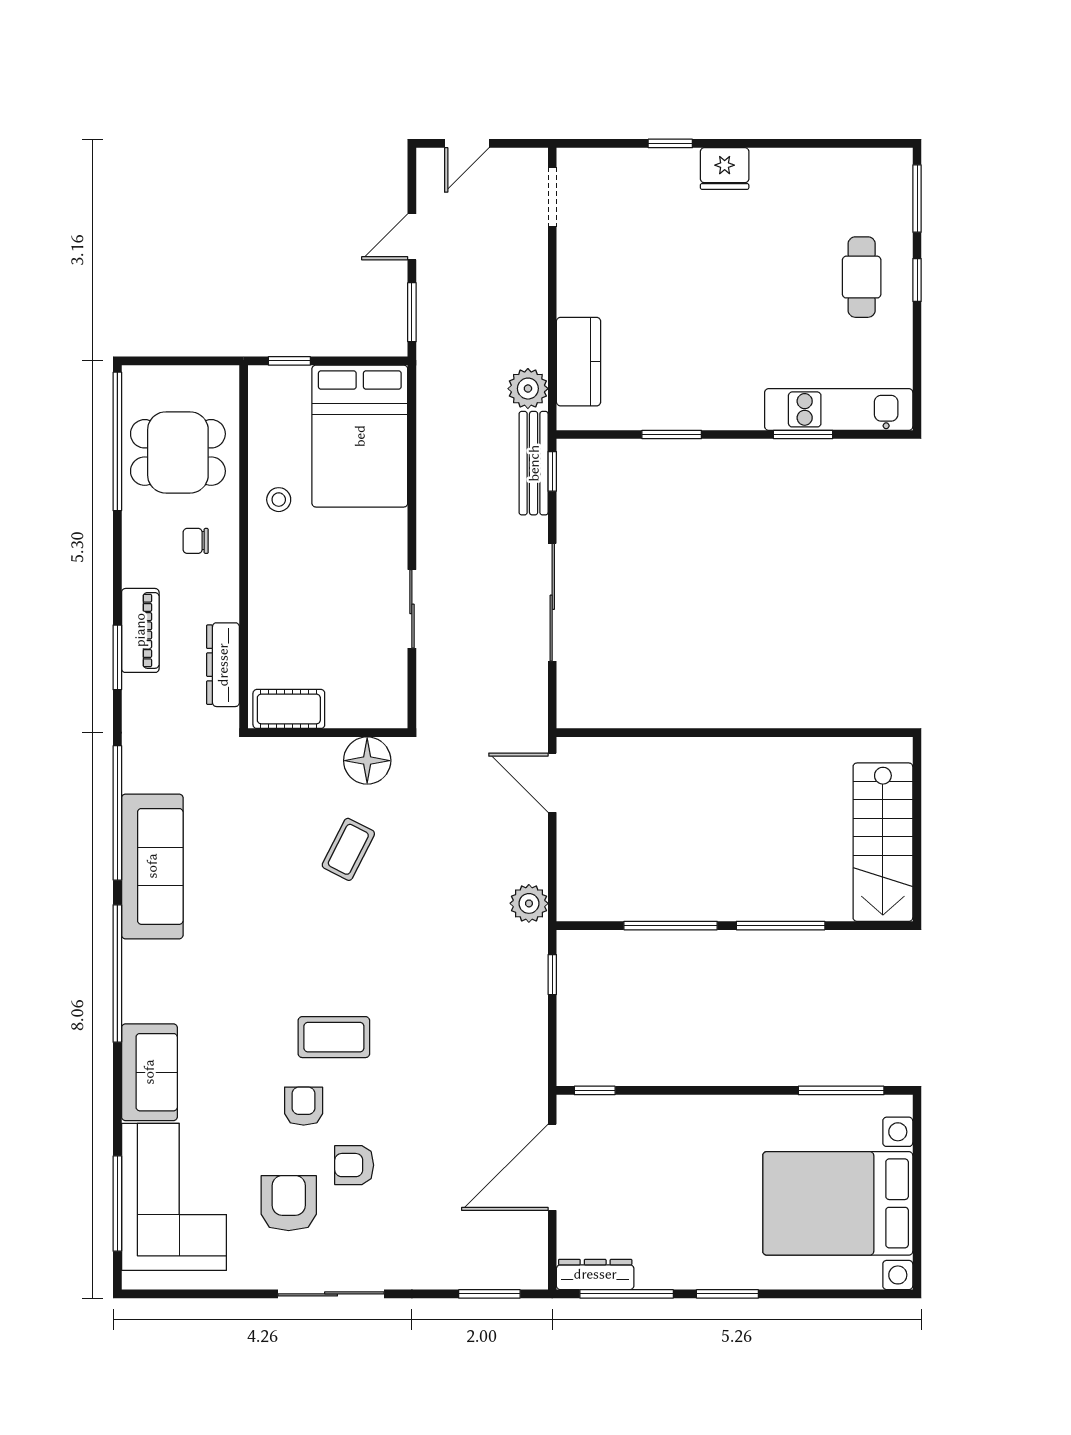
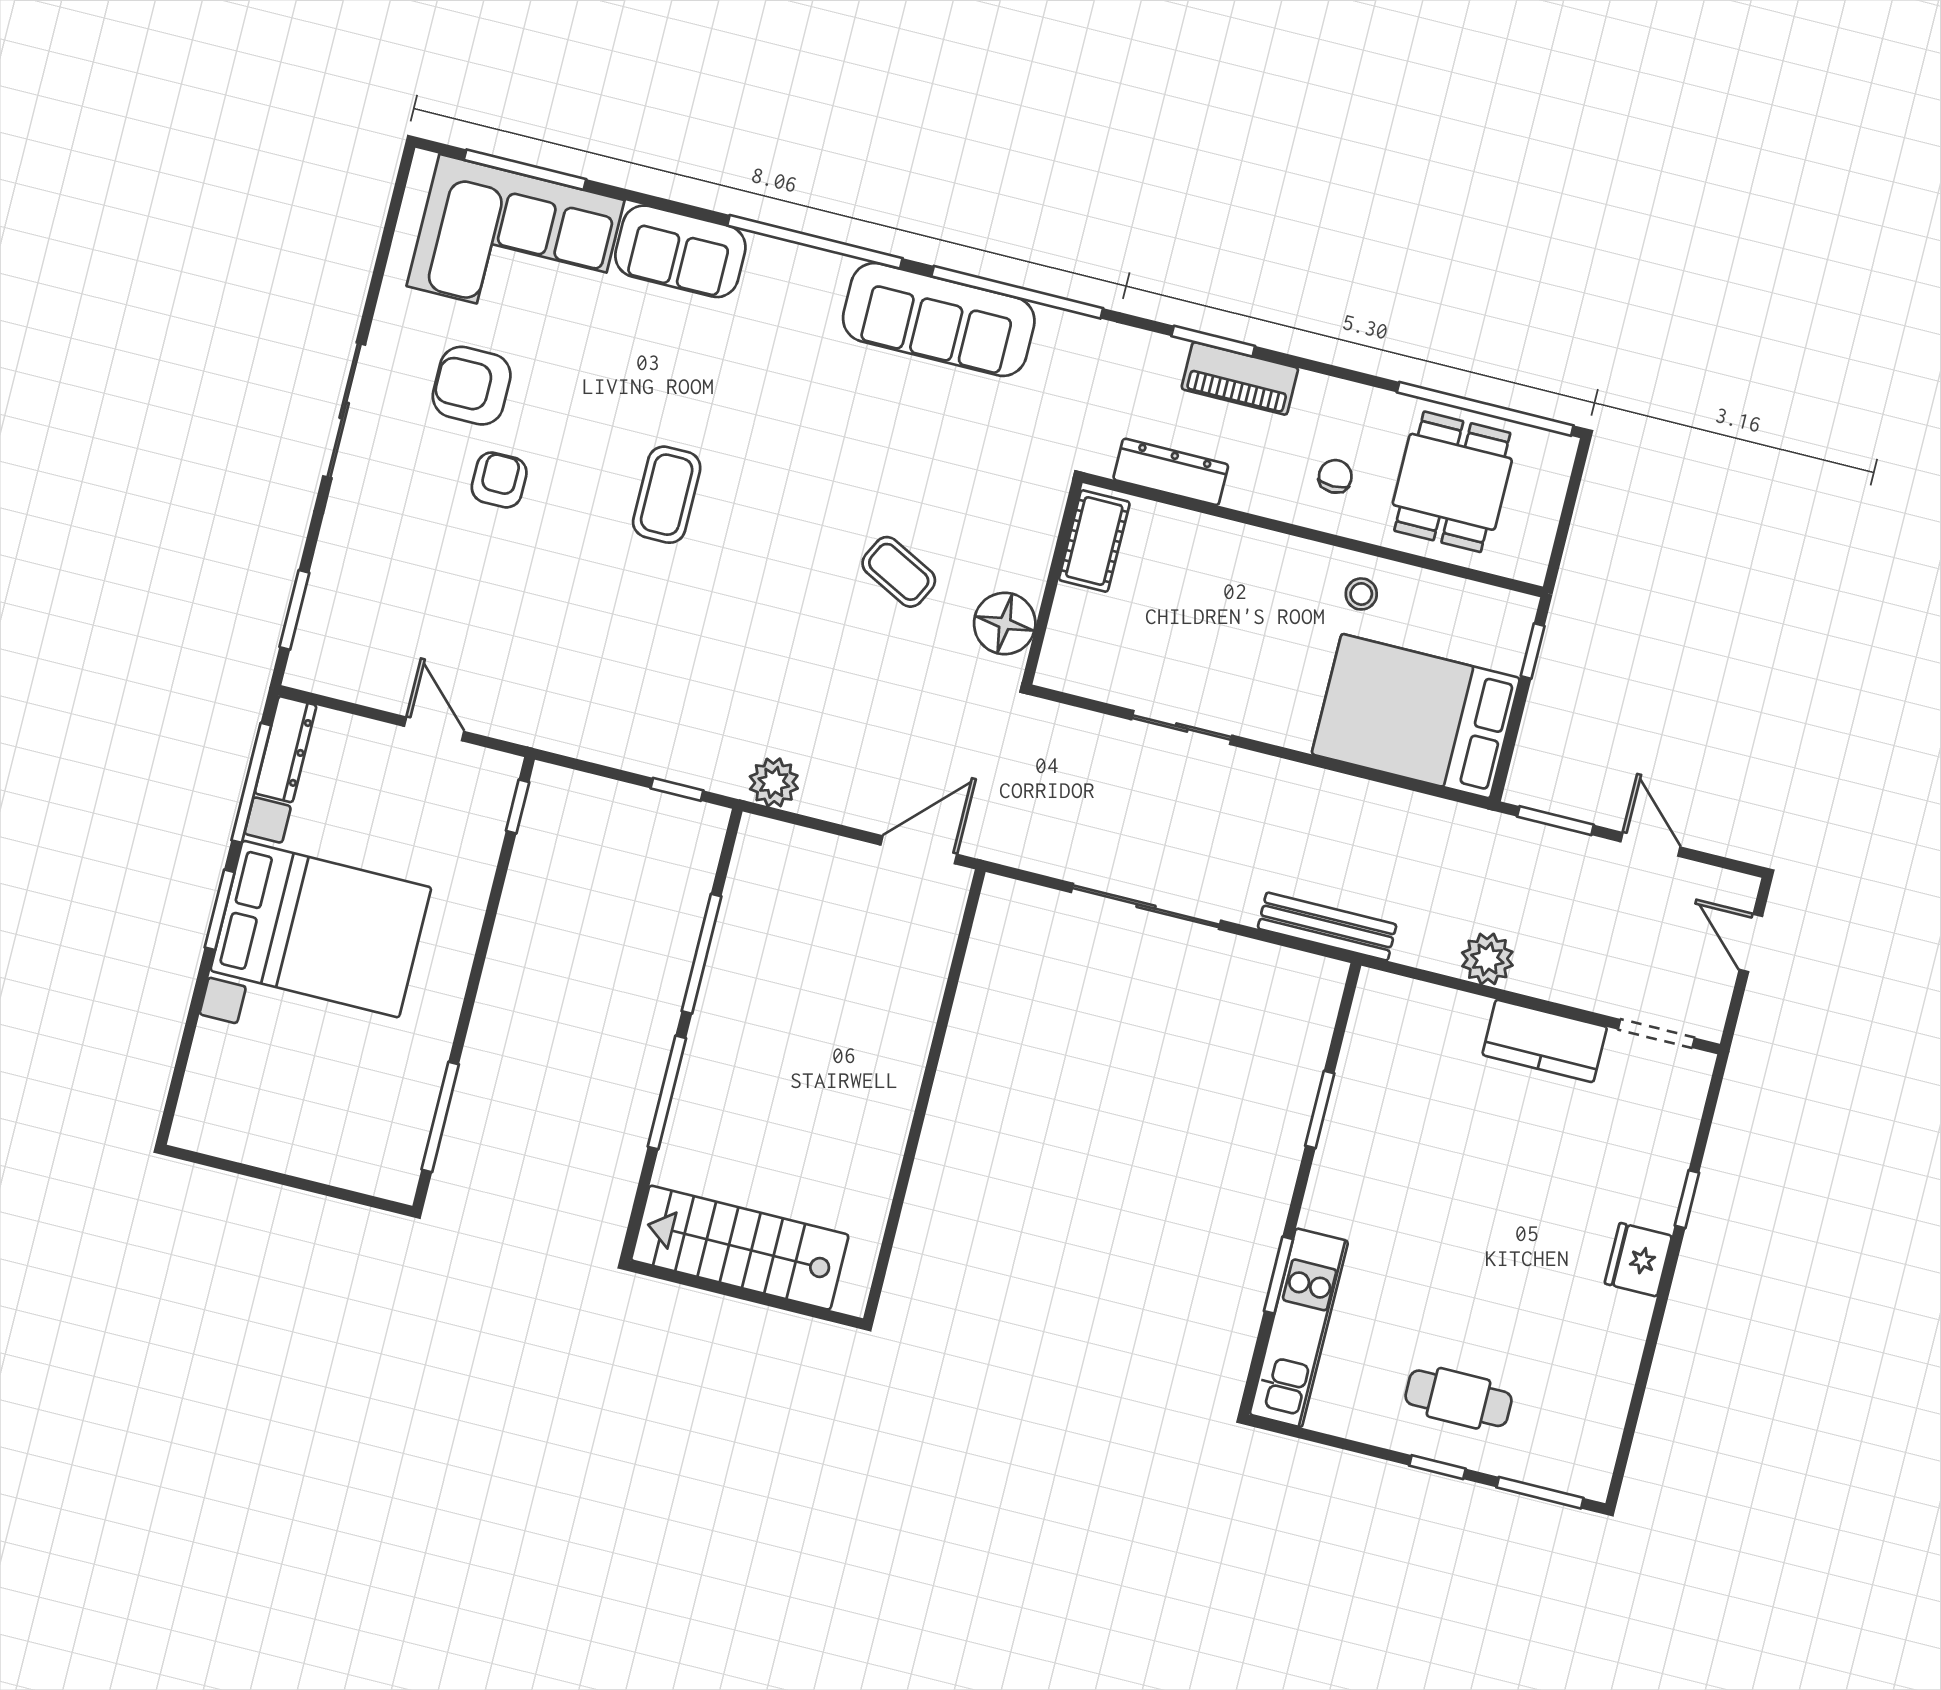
kitchen counter: (579, 362) -> (1545, 1041), moved
plant: (528, 389) -> (1487, 959), moved
window: (552, 471) -> (1311, 947), removed
armchair: (304, 1106) -> (589, 435), removed
door: (552, 1167) -> (434, 729), width x0.53
armchair: (289, 1203) -> (472, 386), turned 180
bed with nightstands: (838, 1203) -> (321, 929), moved, turned 90

